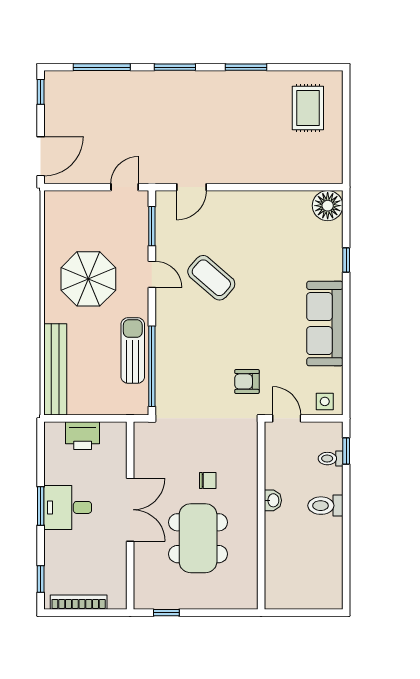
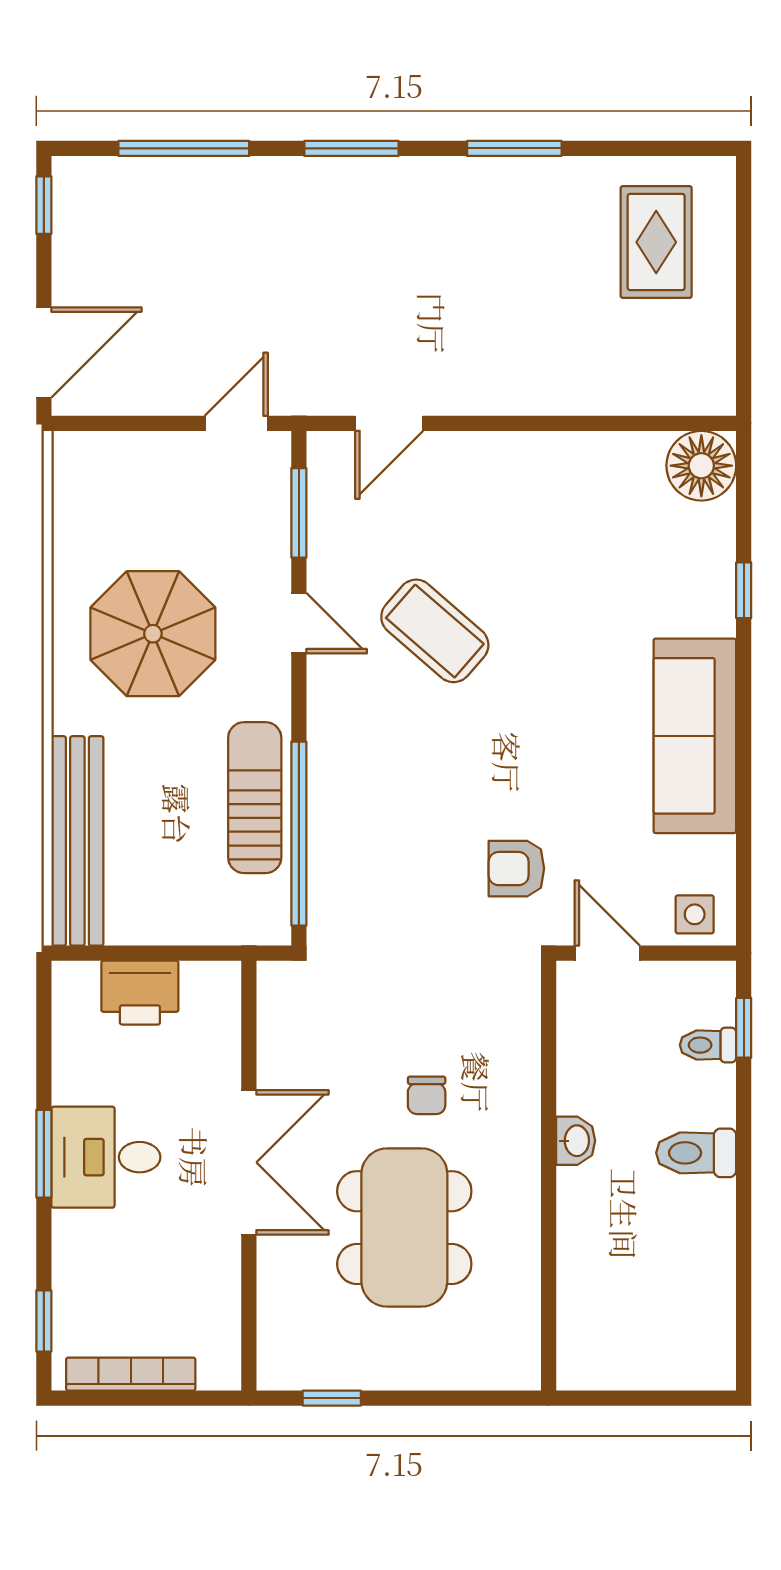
chair: (208, 480) -> (427, 1095), turned 90

